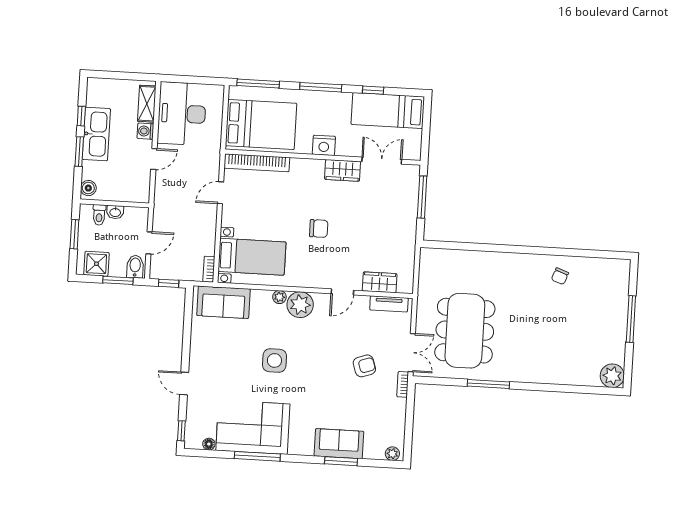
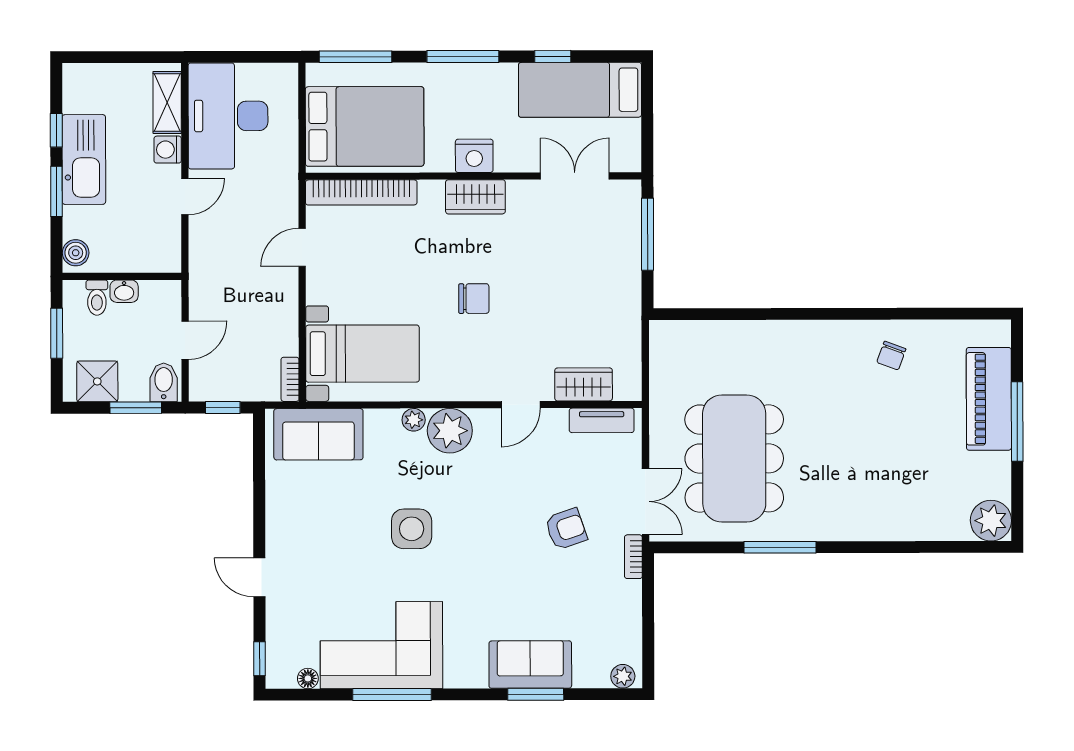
wardrobe: (343, 170) -> (475, 197), moved
piano: (615, 305) -> (989, 399), added

